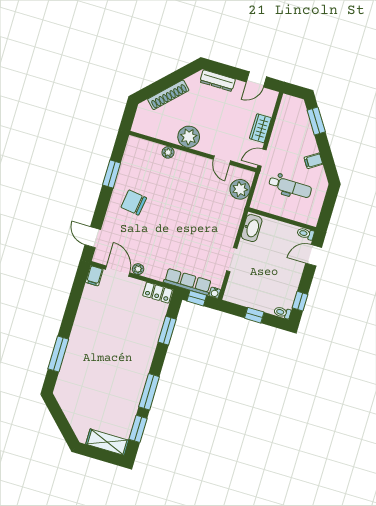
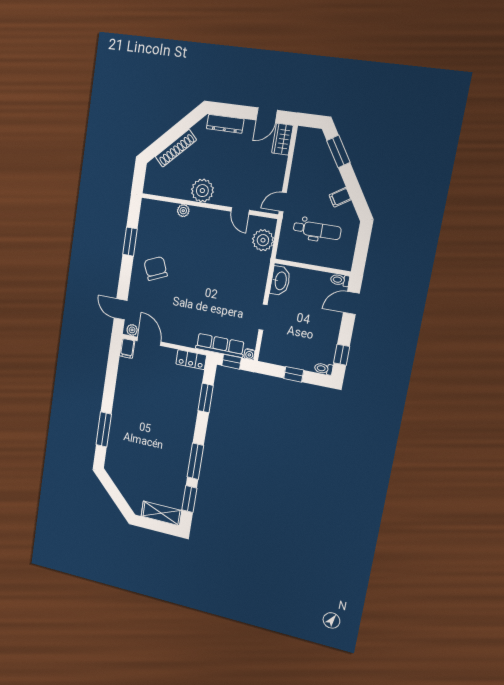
wardrobe: (260, 128) -> (282, 139), moved
chair: (134, 203) -> (156, 268), turned 59
plant: (138, 269) -> (132, 330), moved

